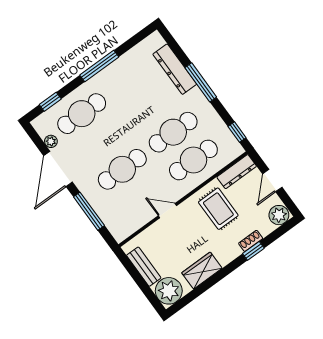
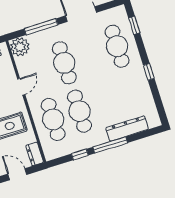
window: (99, 66) -> (149, 72), width x0.46
window: (237, 132) -> (80, 155), moved
plant: (51, 141) -> (20, 47), moved, width x1.87, depth x1.87
dresser: (237, 172) -> (35, 154), width x0.70

